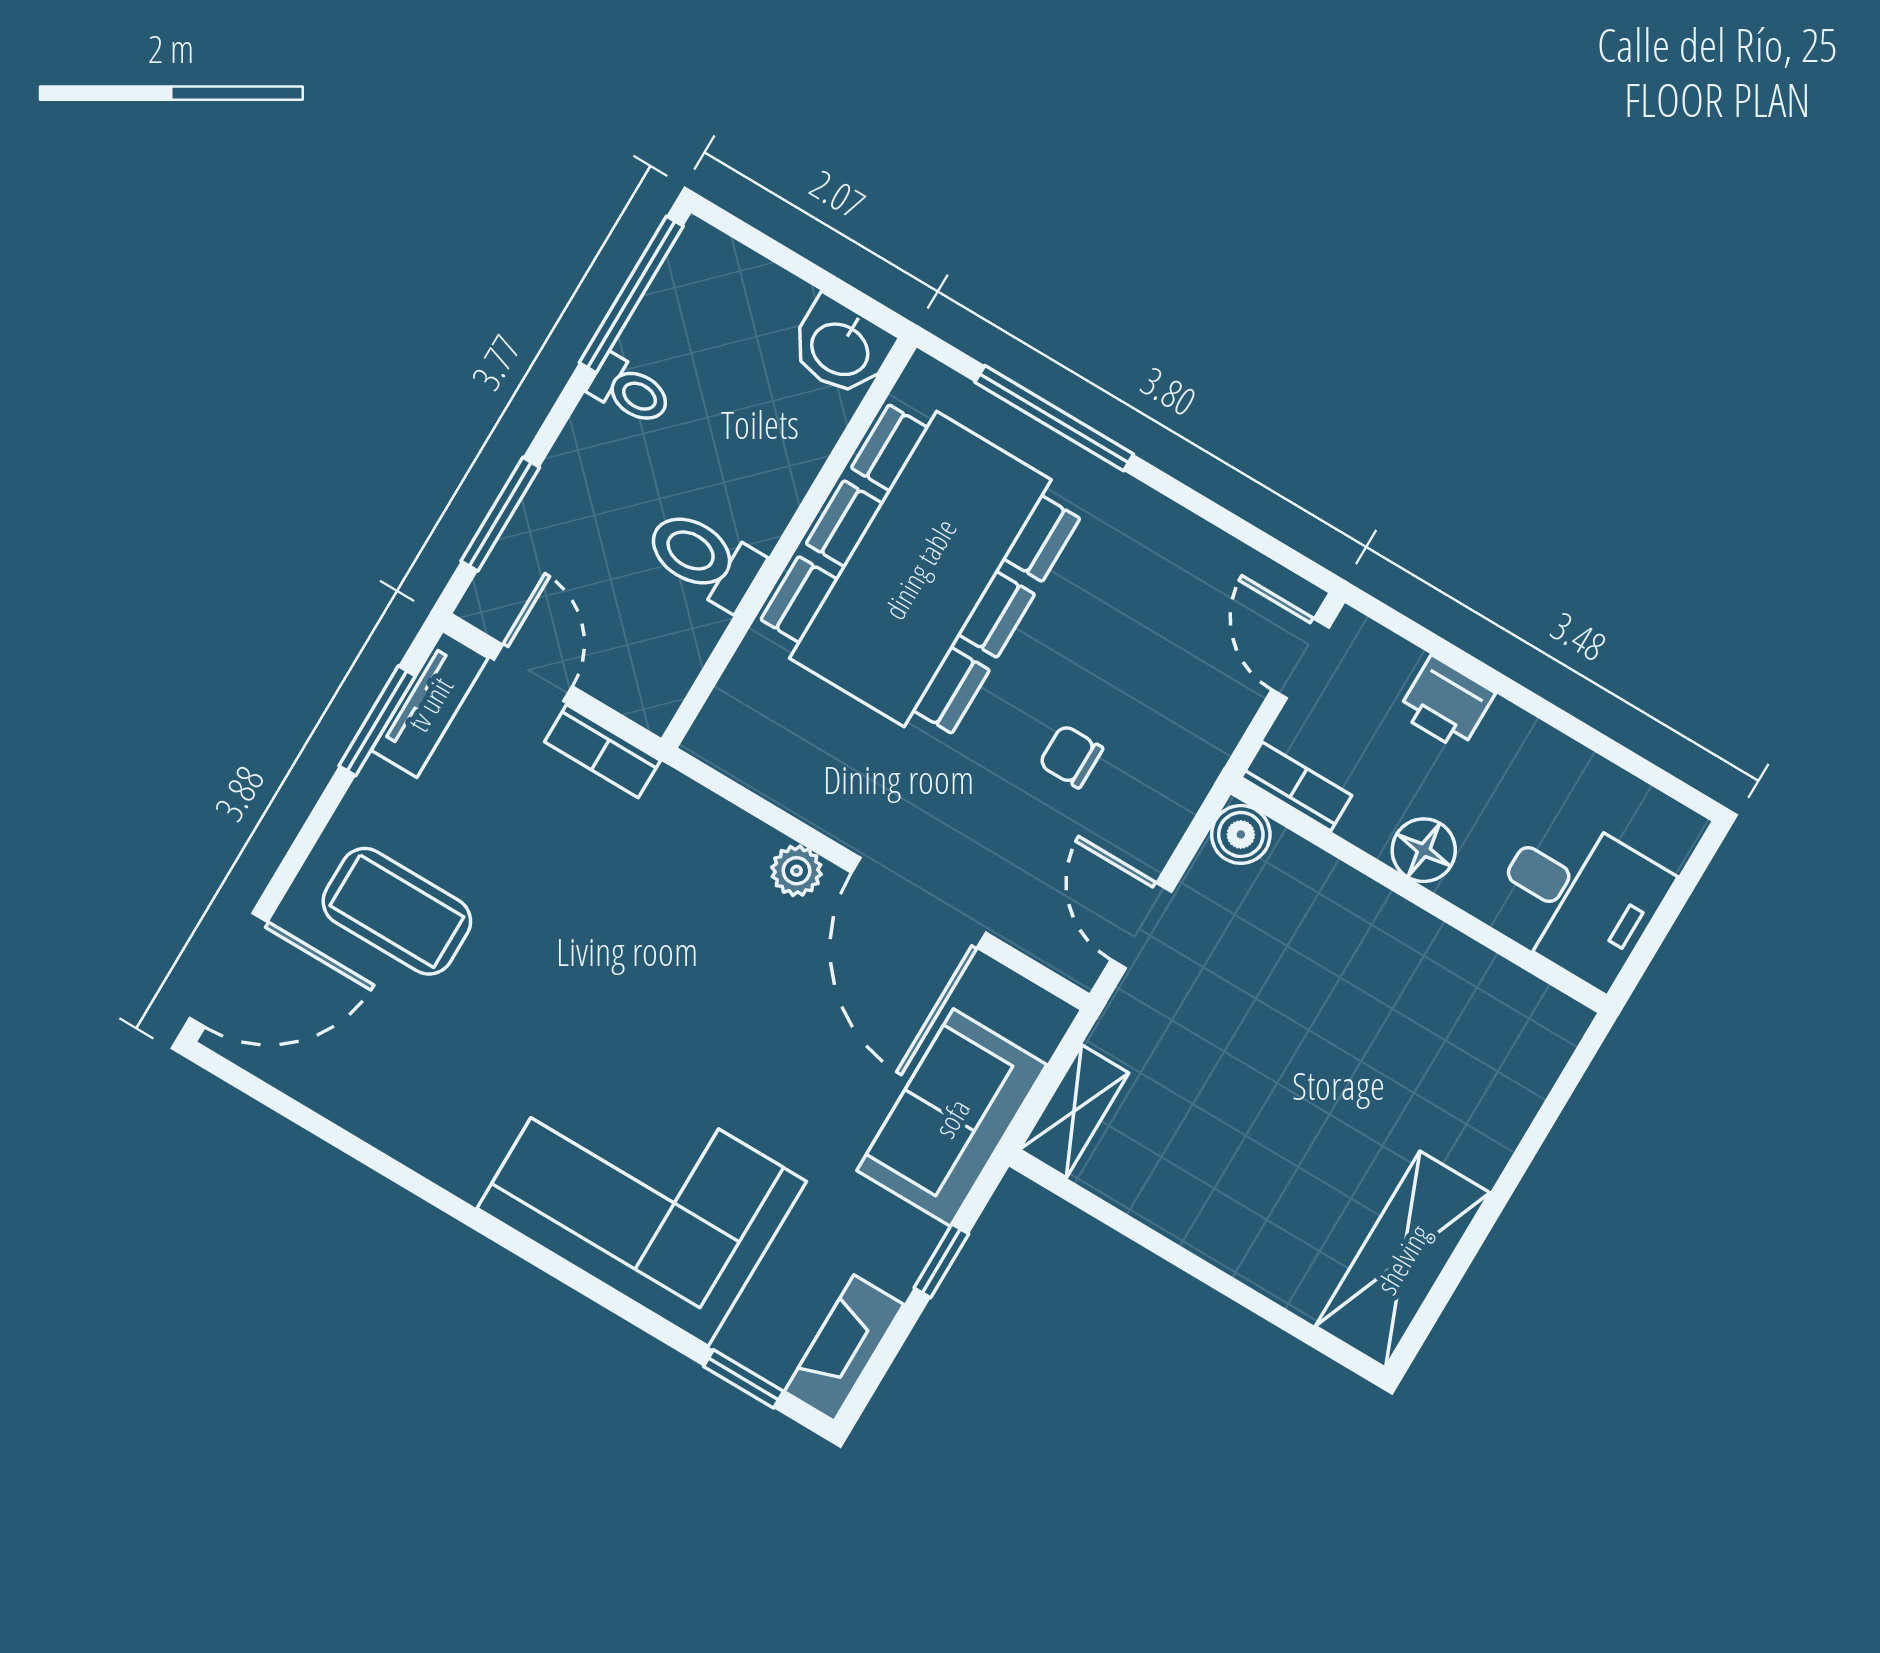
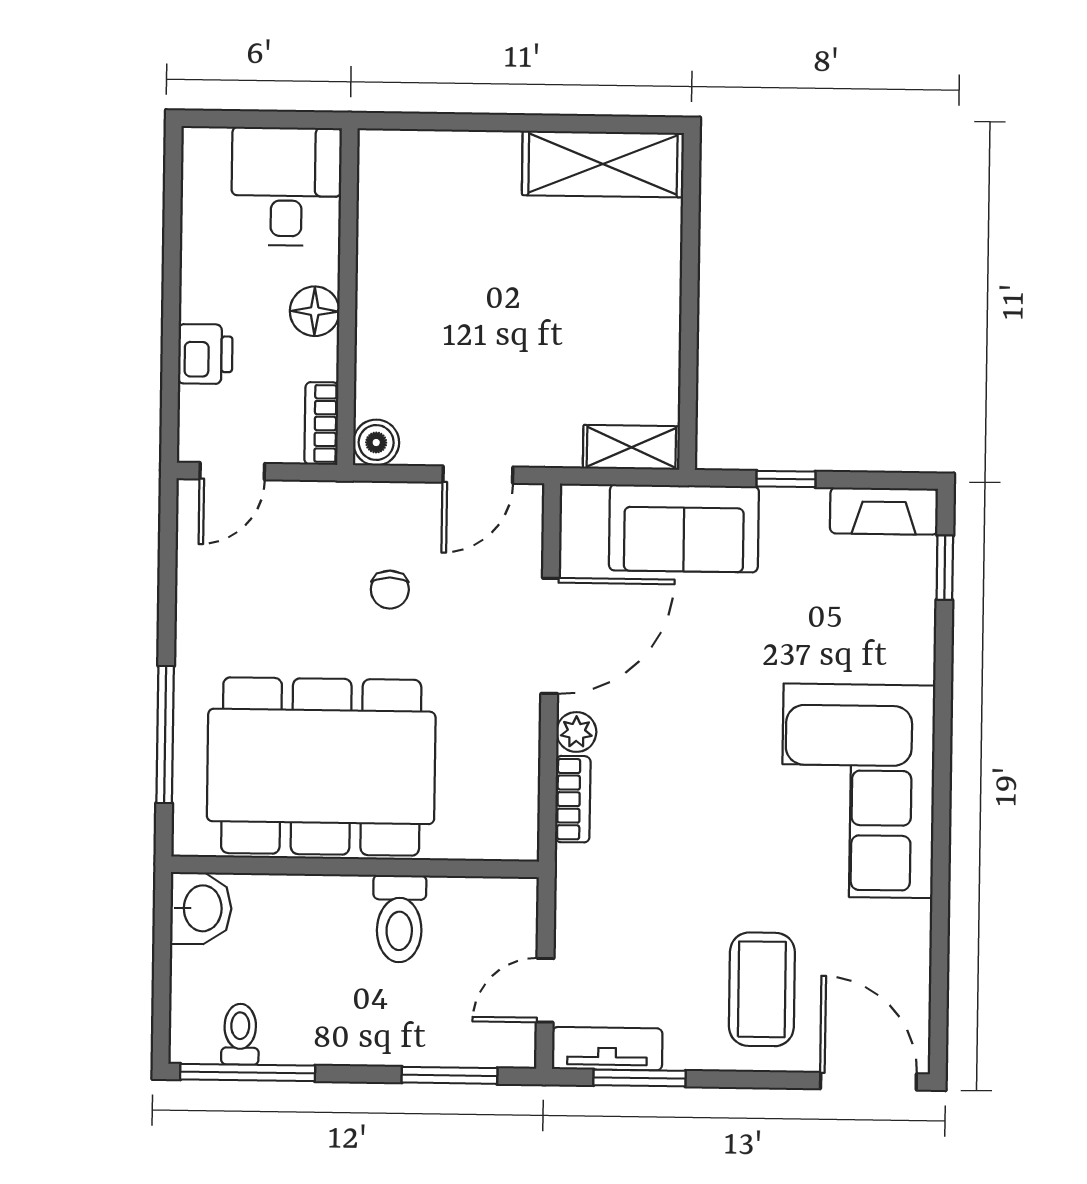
toilet: (630, 391) -> (240, 1034), moved
bookcase: (602, 751) -> (573, 799), moved
corner sofa: (642, 1195) -> (858, 791), moved

